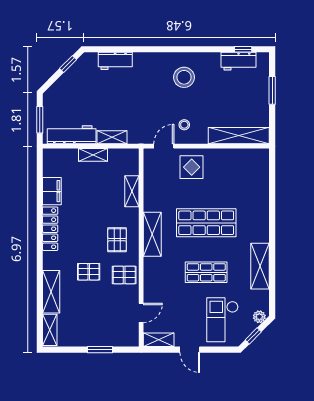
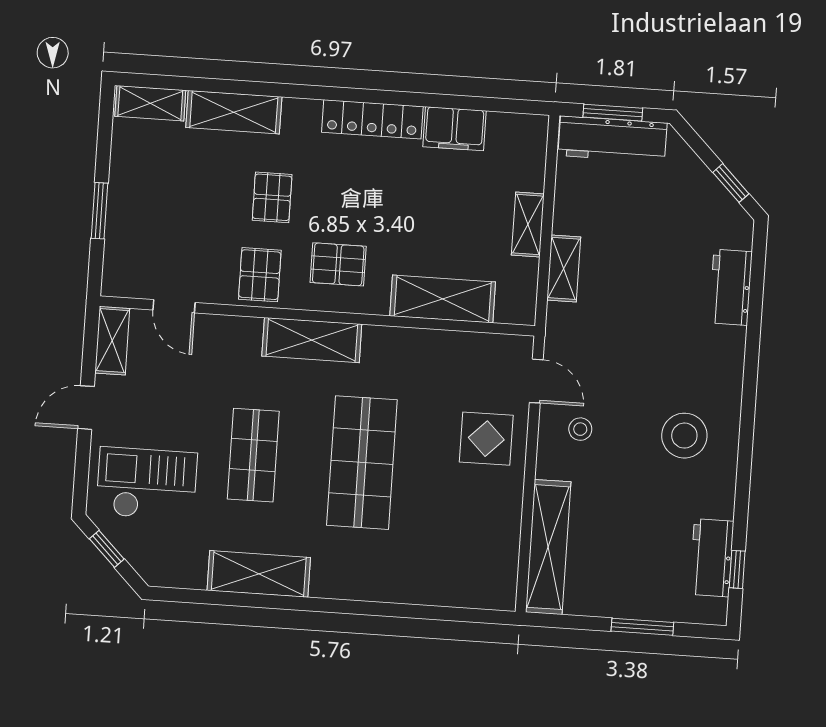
workbench: (72, 135) -> (612, 139), moved, turned 90
shelving: (132, 191) -> (443, 299), width x1.50, depth x1.33
shelving: (152, 234) -> (312, 340), moved
plant: (259, 317) -> (148, 565), removed

